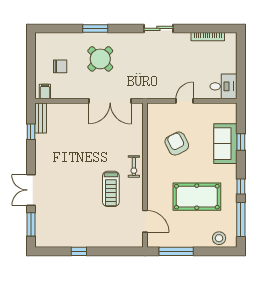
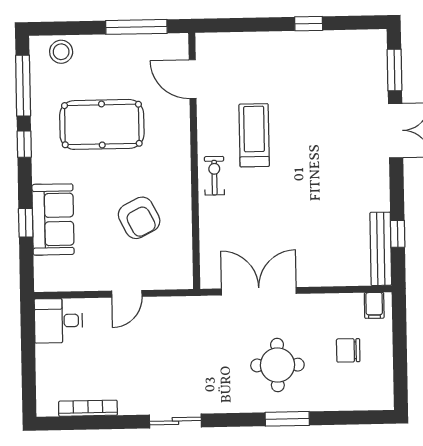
round table: (100, 59) -> (277, 365), turned 45
bench: (41, 118) -> (381, 249), width x1.36

